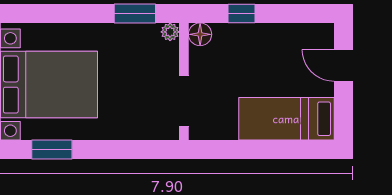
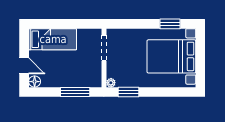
window: (241, 13) -> (75, 92), width x2.17
floor lamp: (200, 34) -> (35, 82), moved

